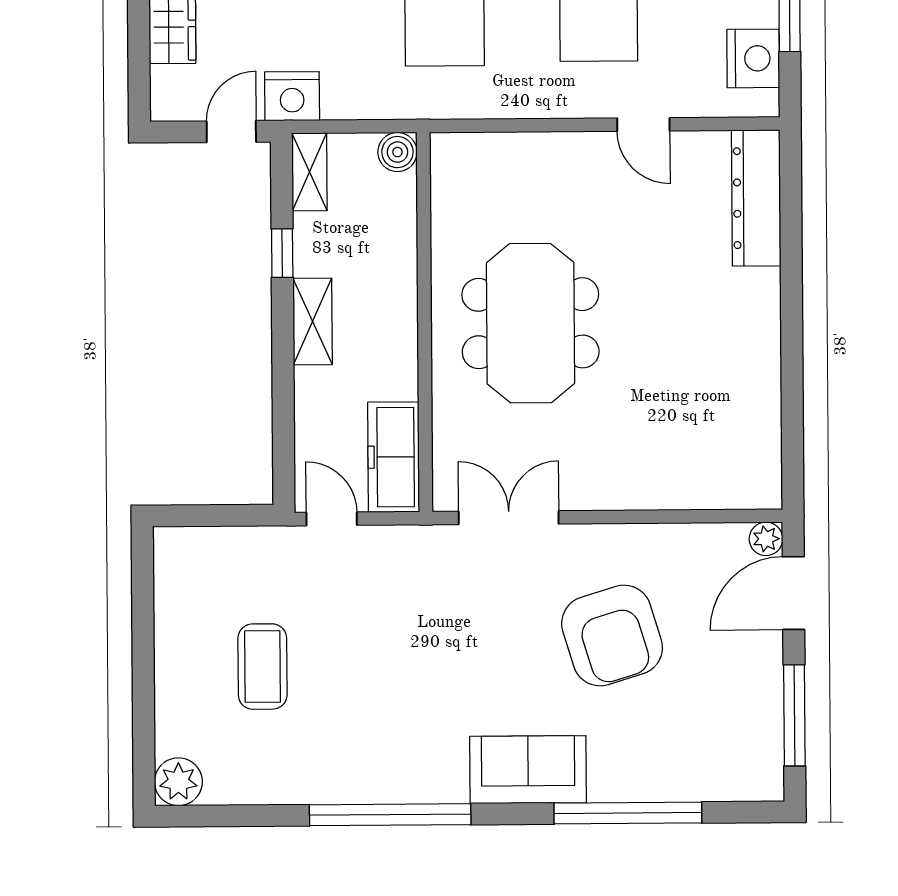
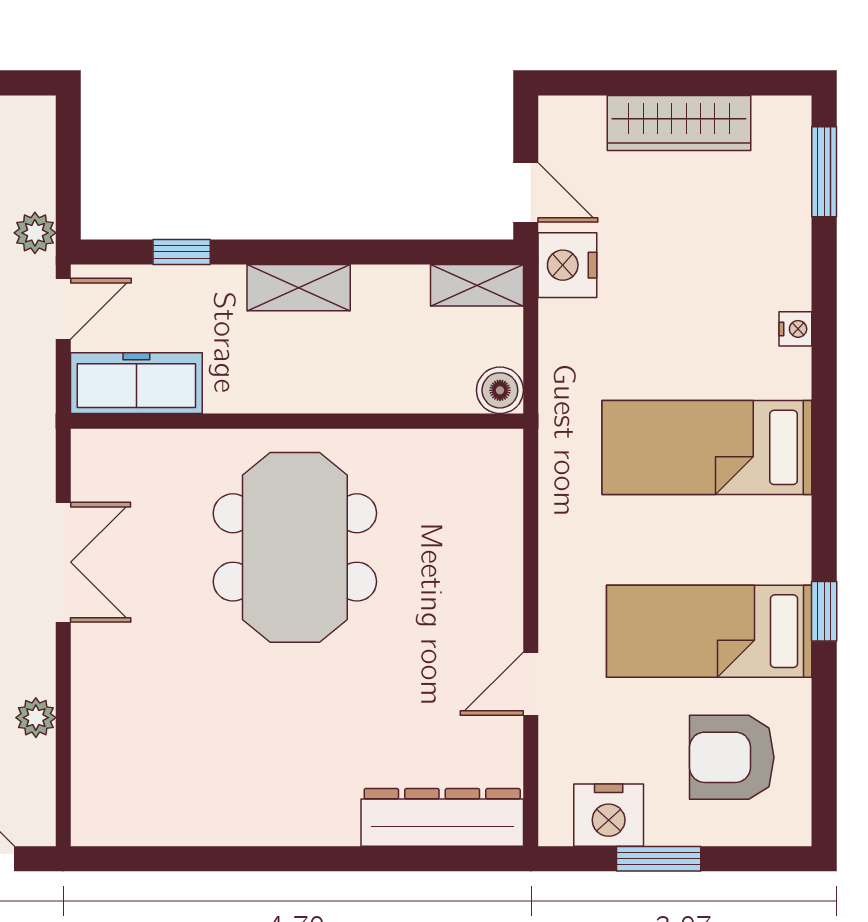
window: (282, 253) -> (182, 252), moved
meeting table: (530, 323) -> (295, 547), turned 90
double door: (509, 518) -> (63, 562), moved
plant: (766, 539) -> (36, 718), moved
plant: (268, 543) -> (35, 233), added

